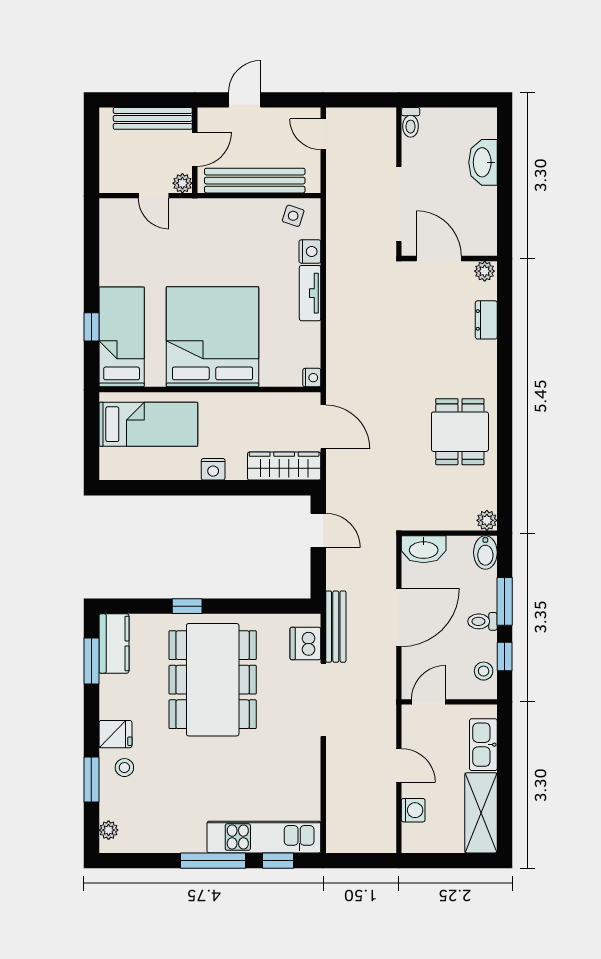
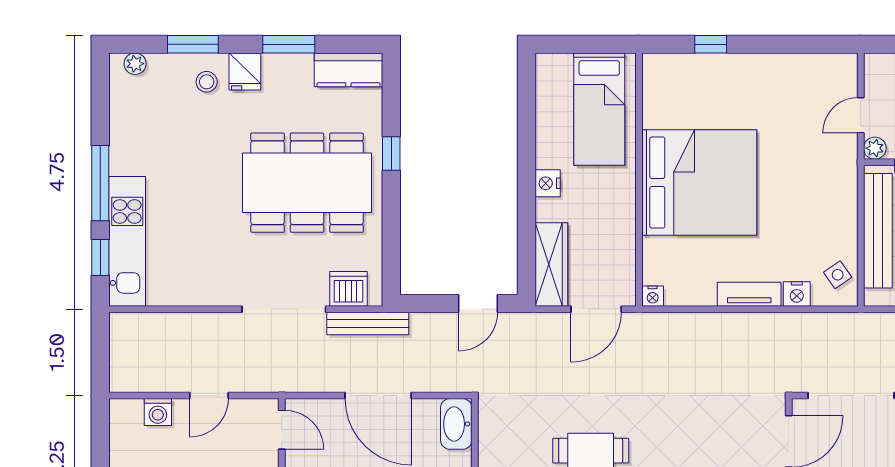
side table: (293, 216) -> (838, 275), turned 37
bed: (122, 337) -> (699, 79), removed
window: (91, 661) -> (289, 44), moved

